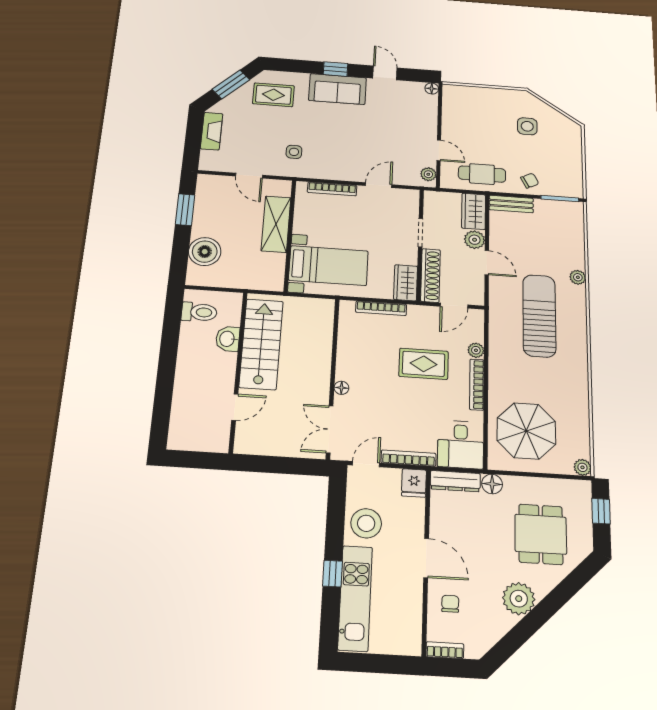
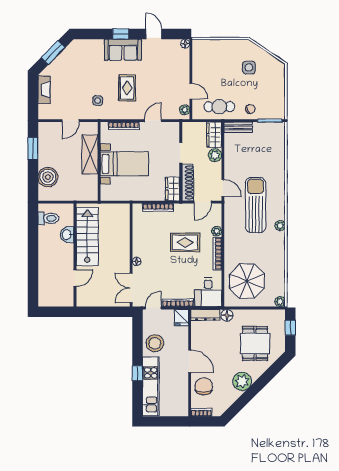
rug: (273, 95) -> (127, 88), moved, turned 90
door: (249, 176) -> (71, 121), hinge flipped
door: (487, 263) -> (223, 188), moved
bed with nightstands: (328, 266) -> (124, 164), moved
plant: (578, 277) -> (280, 226), moved
chair: (450, 604) -> (204, 386), width x1.87, depth x1.87

